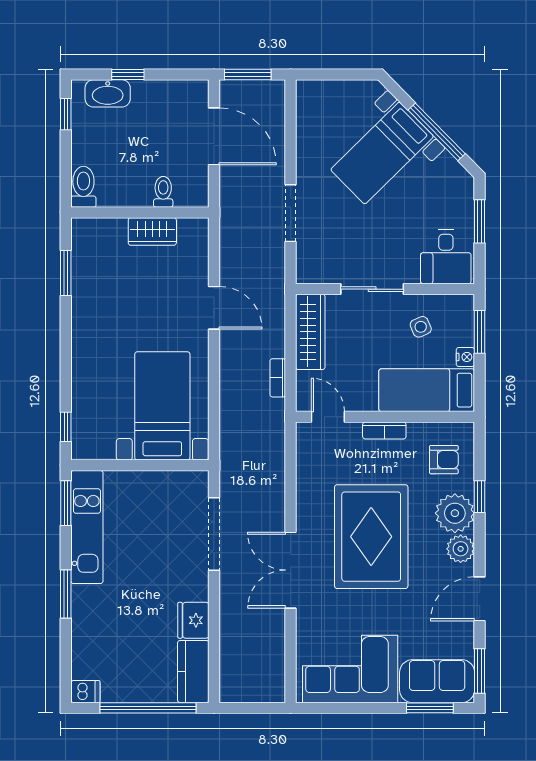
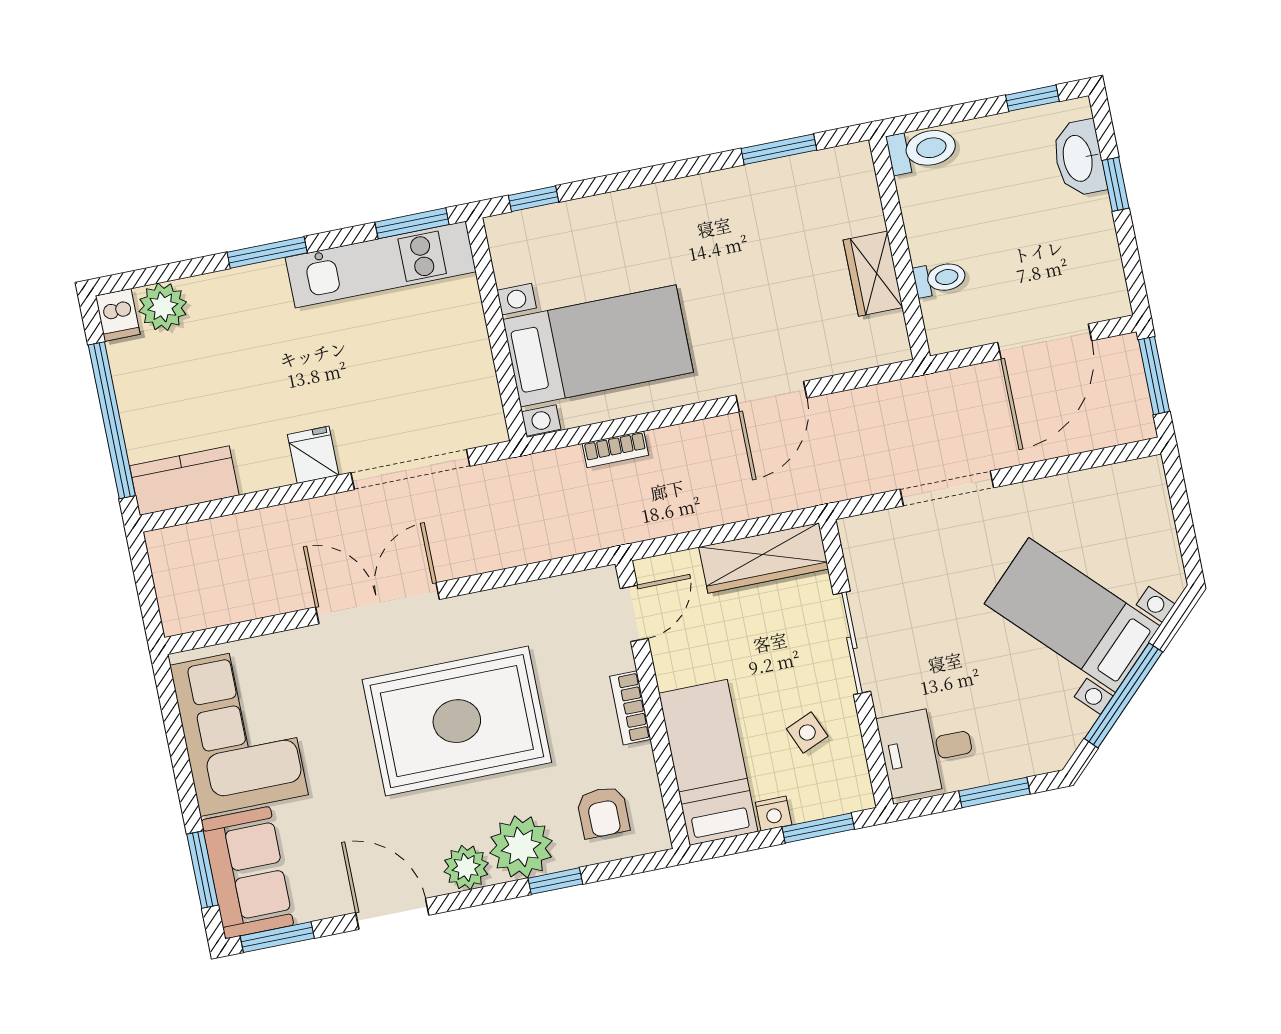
bookcase: (278, 378) -> (615, 449), moved, turned 180
fridge: (193, 620) -> (313, 455), moved, width x0.72
plant: (86, 663) -> (163, 307), added

